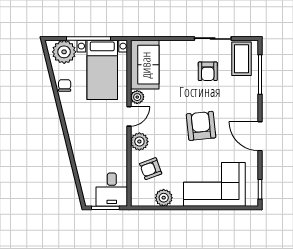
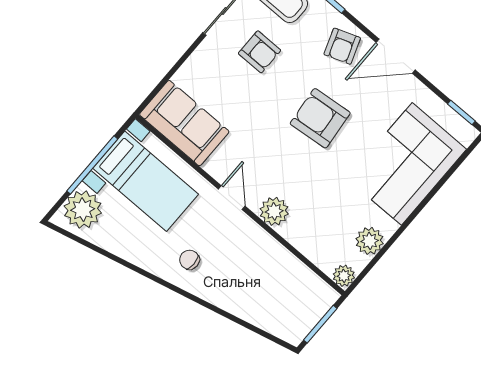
chair: (65, 85) -> (189, 260), moved
plant: (137, 97) -> (344, 276), moved
armchair: (151, 169) -> (342, 46), moved
desk: (112, 190) -> (304, 297), removed

